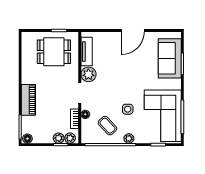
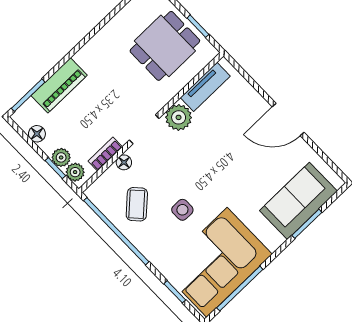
dining table: (54, 52) -> (165, 46), turned 90
piano: (28, 100) -> (59, 85), moved
plant: (129, 138) -> (147, 247), removed
floor lamp: (27, 139) -> (37, 134), moved

